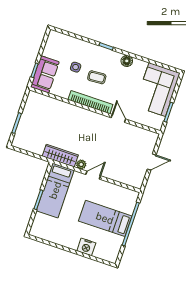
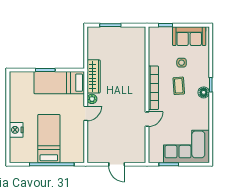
floor lamp: (127, 61) -> (204, 92), moved
sofa: (45, 74) -> (189, 36), moved
door: (93, 175) -> (86, 113), hinge flipped

